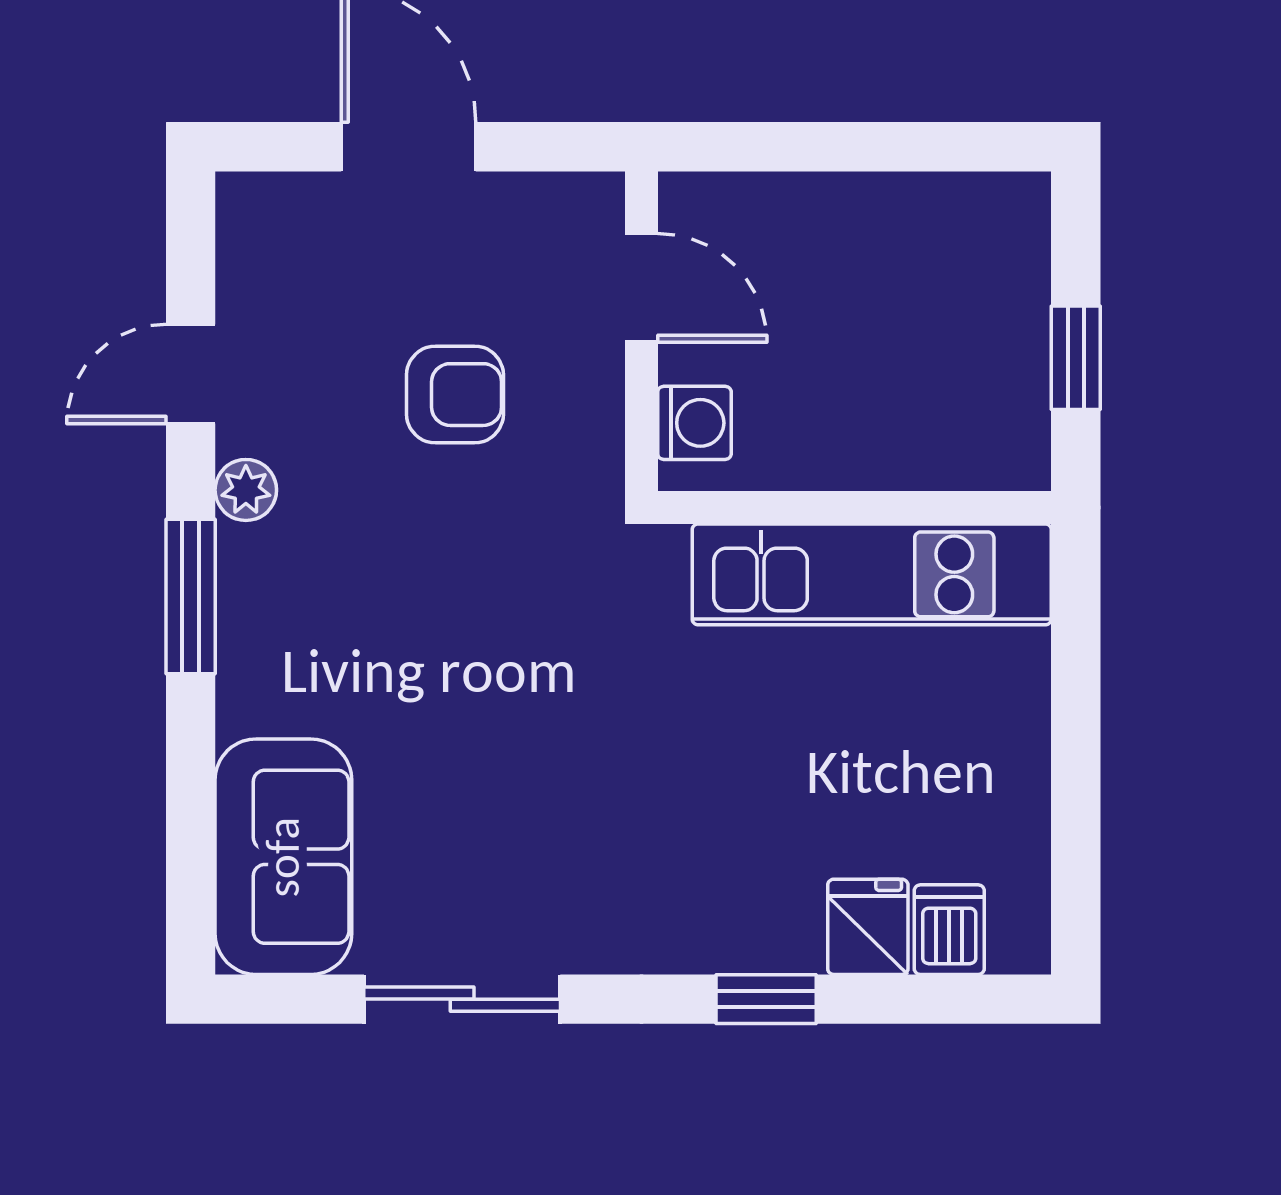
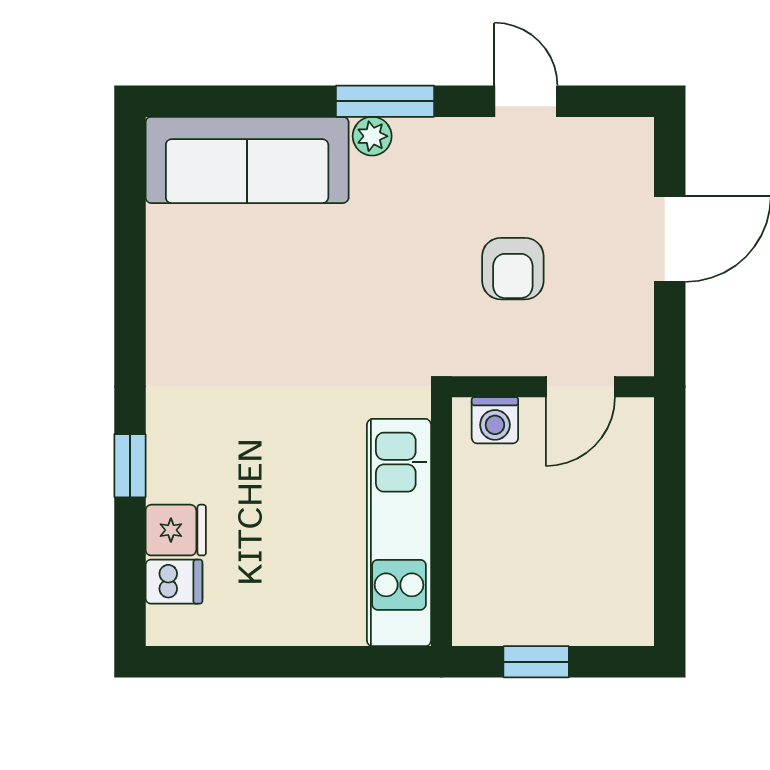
plant: (246, 490) -> (372, 136), moved
sofa: (283, 857) -> (247, 160), width x1.36
sliding door: (462, 999) -> (130, 273), removed

